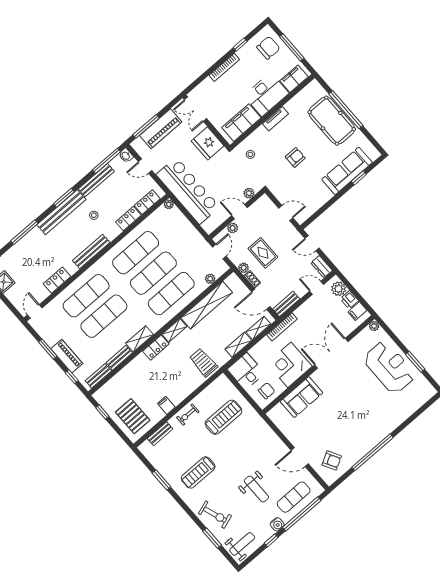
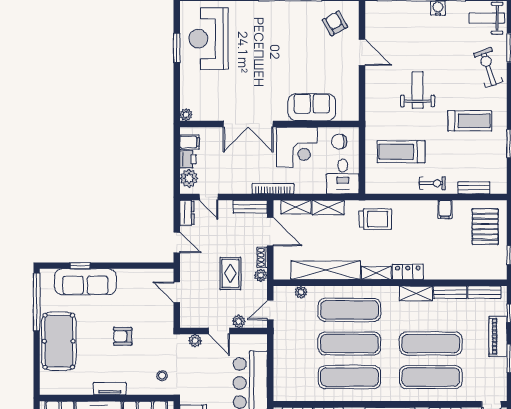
window: (346, 110) -> (37, 302), moved
plant: (169, 204) -> (279, 395), removed
trolley: (203, 363) -> (375, 219), turned -90
reception desk: (389, 367) -> (208, 39), moved
weight bench: (256, 489) -> (418, 90), moved
exercise mat: (294, 497) -> (400, 20), removed

